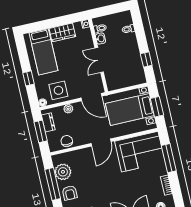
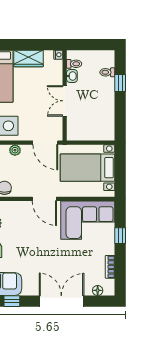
window: (146, 60) -> (120, 83), moved
window: (157, 107) -> (120, 172), removed
door: (101, 143) -> (44, 199), hinge flipped
window: (169, 158) -> (120, 236), width x0.46

